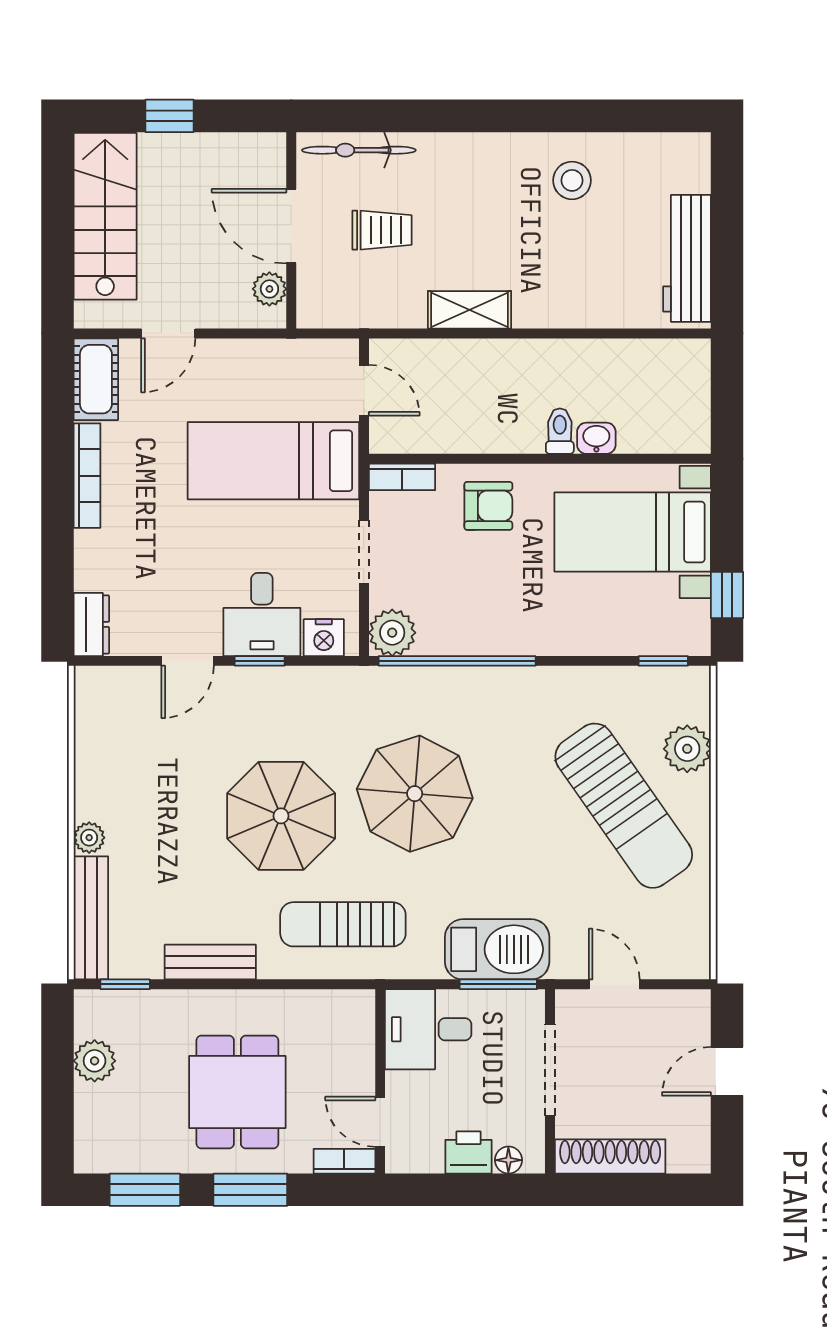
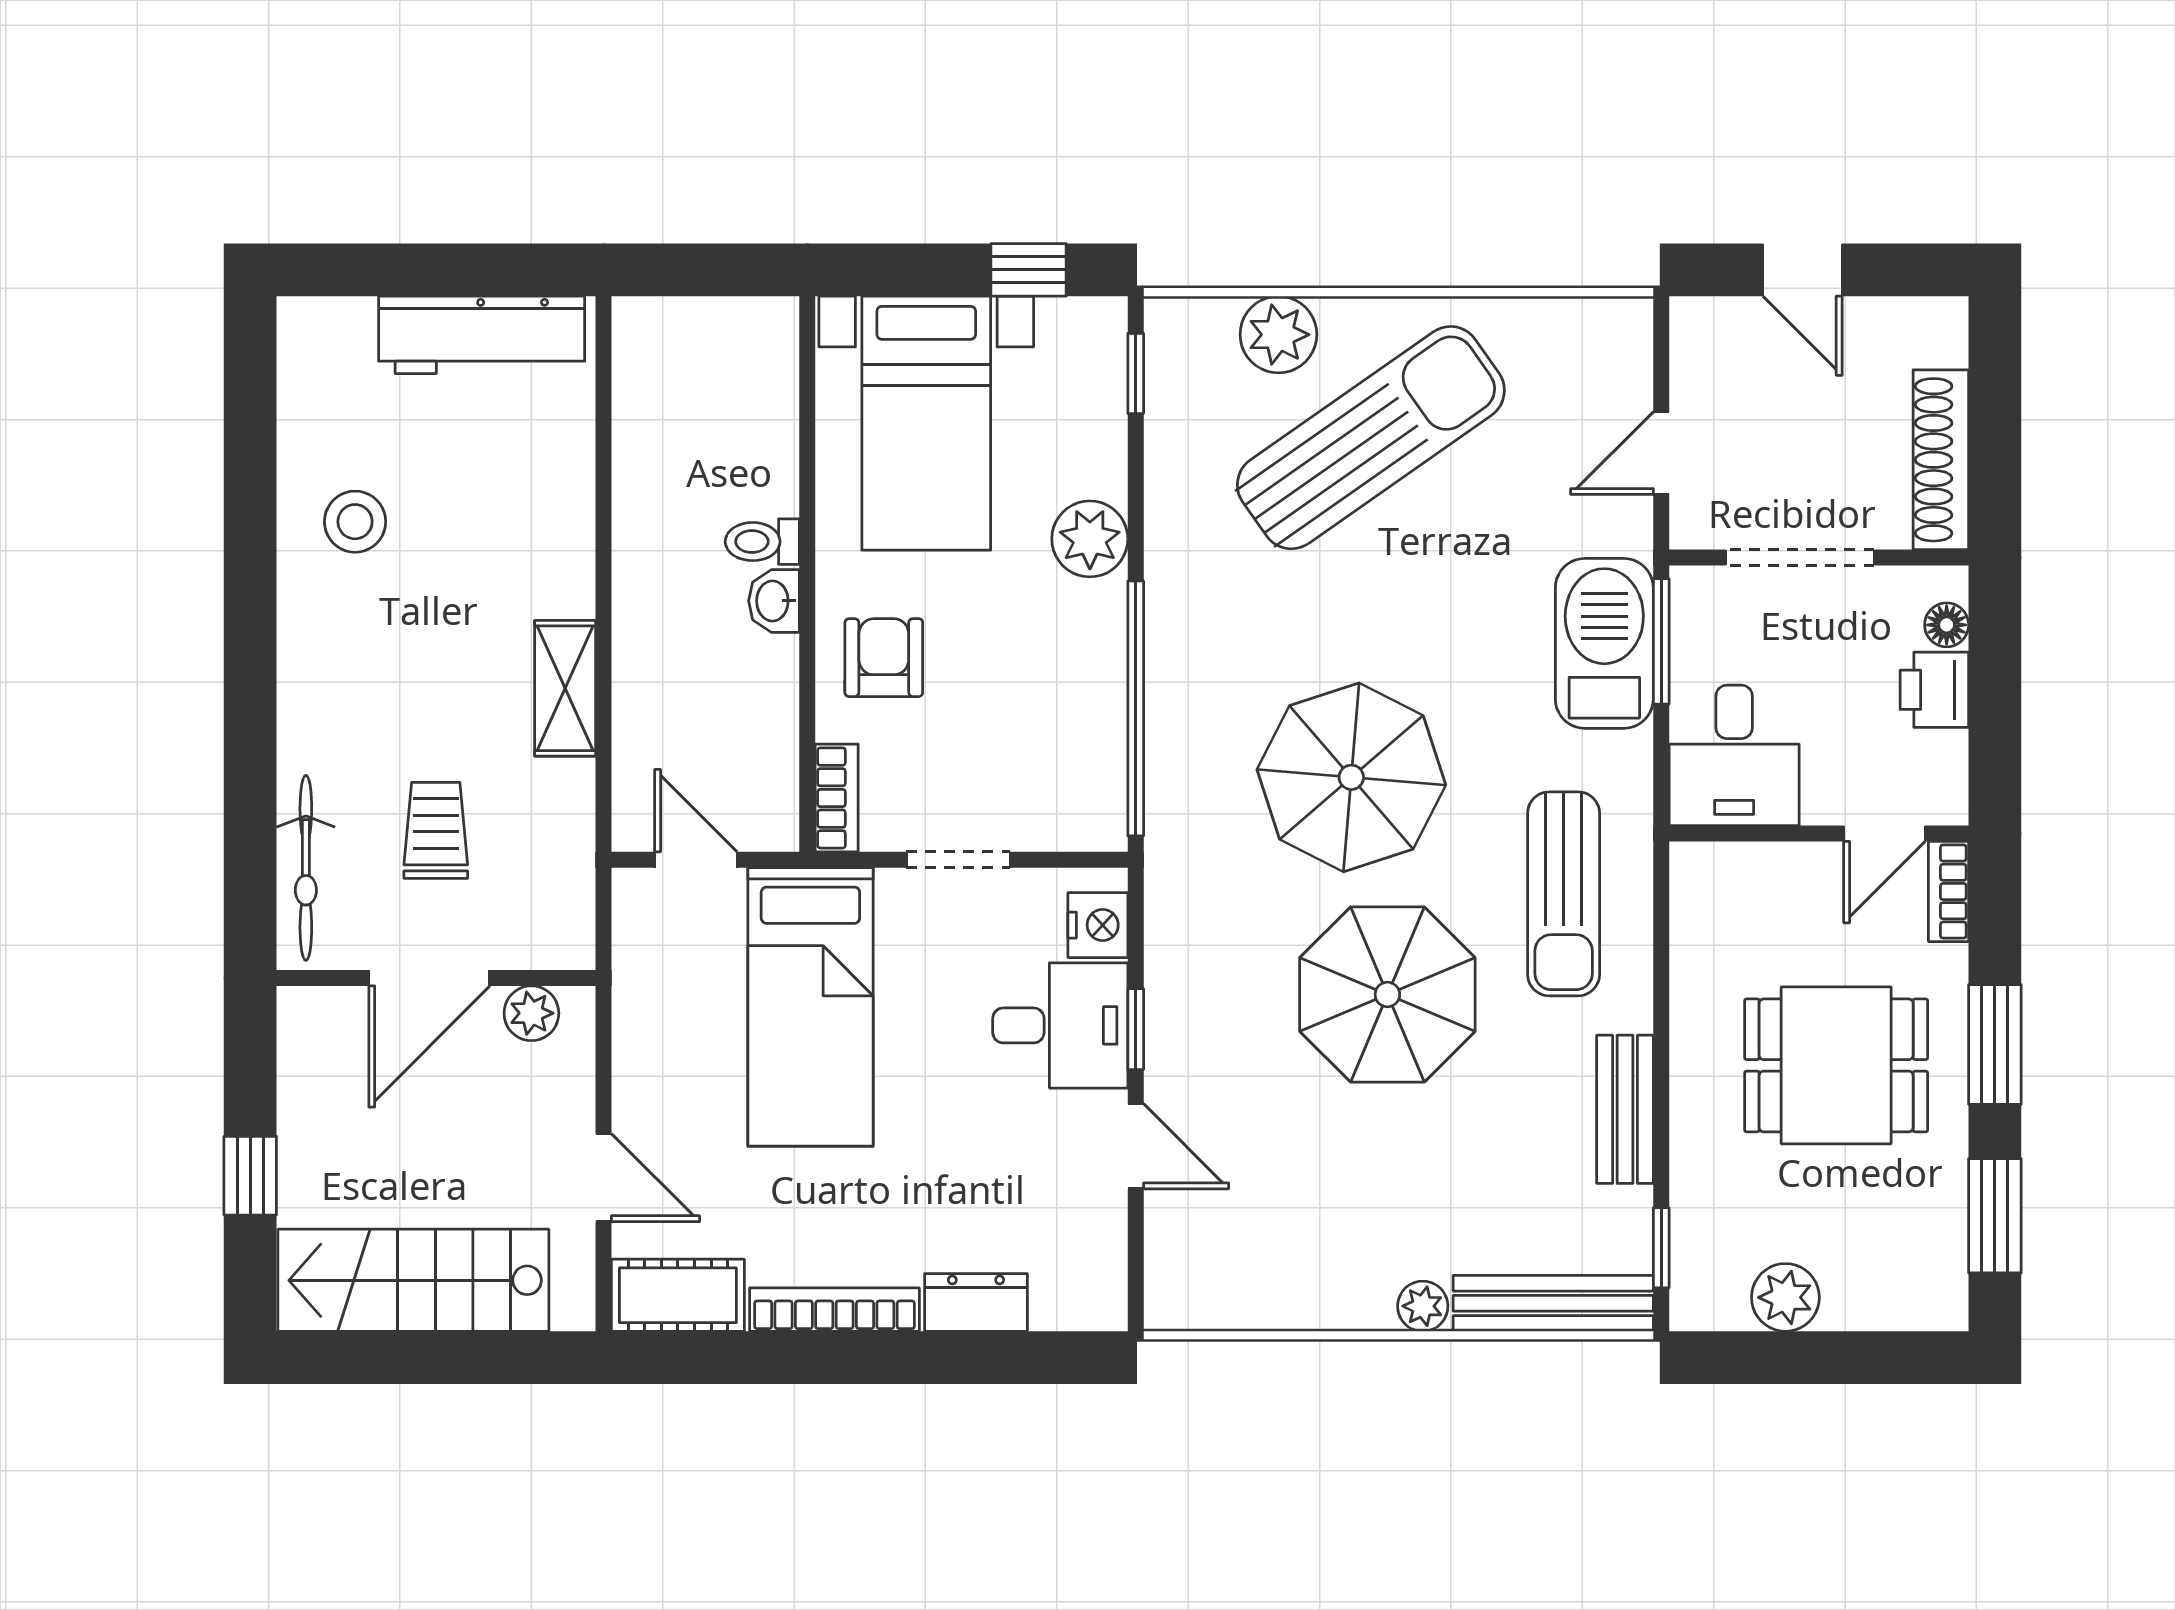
door: (364, 390) -> (696, 860), hinge flipped
washbasin: (596, 438) -> (774, 601), moved
dresser: (91, 624) -> (976, 1302), moved
plant: (392, 633) -> (1090, 539), moved

